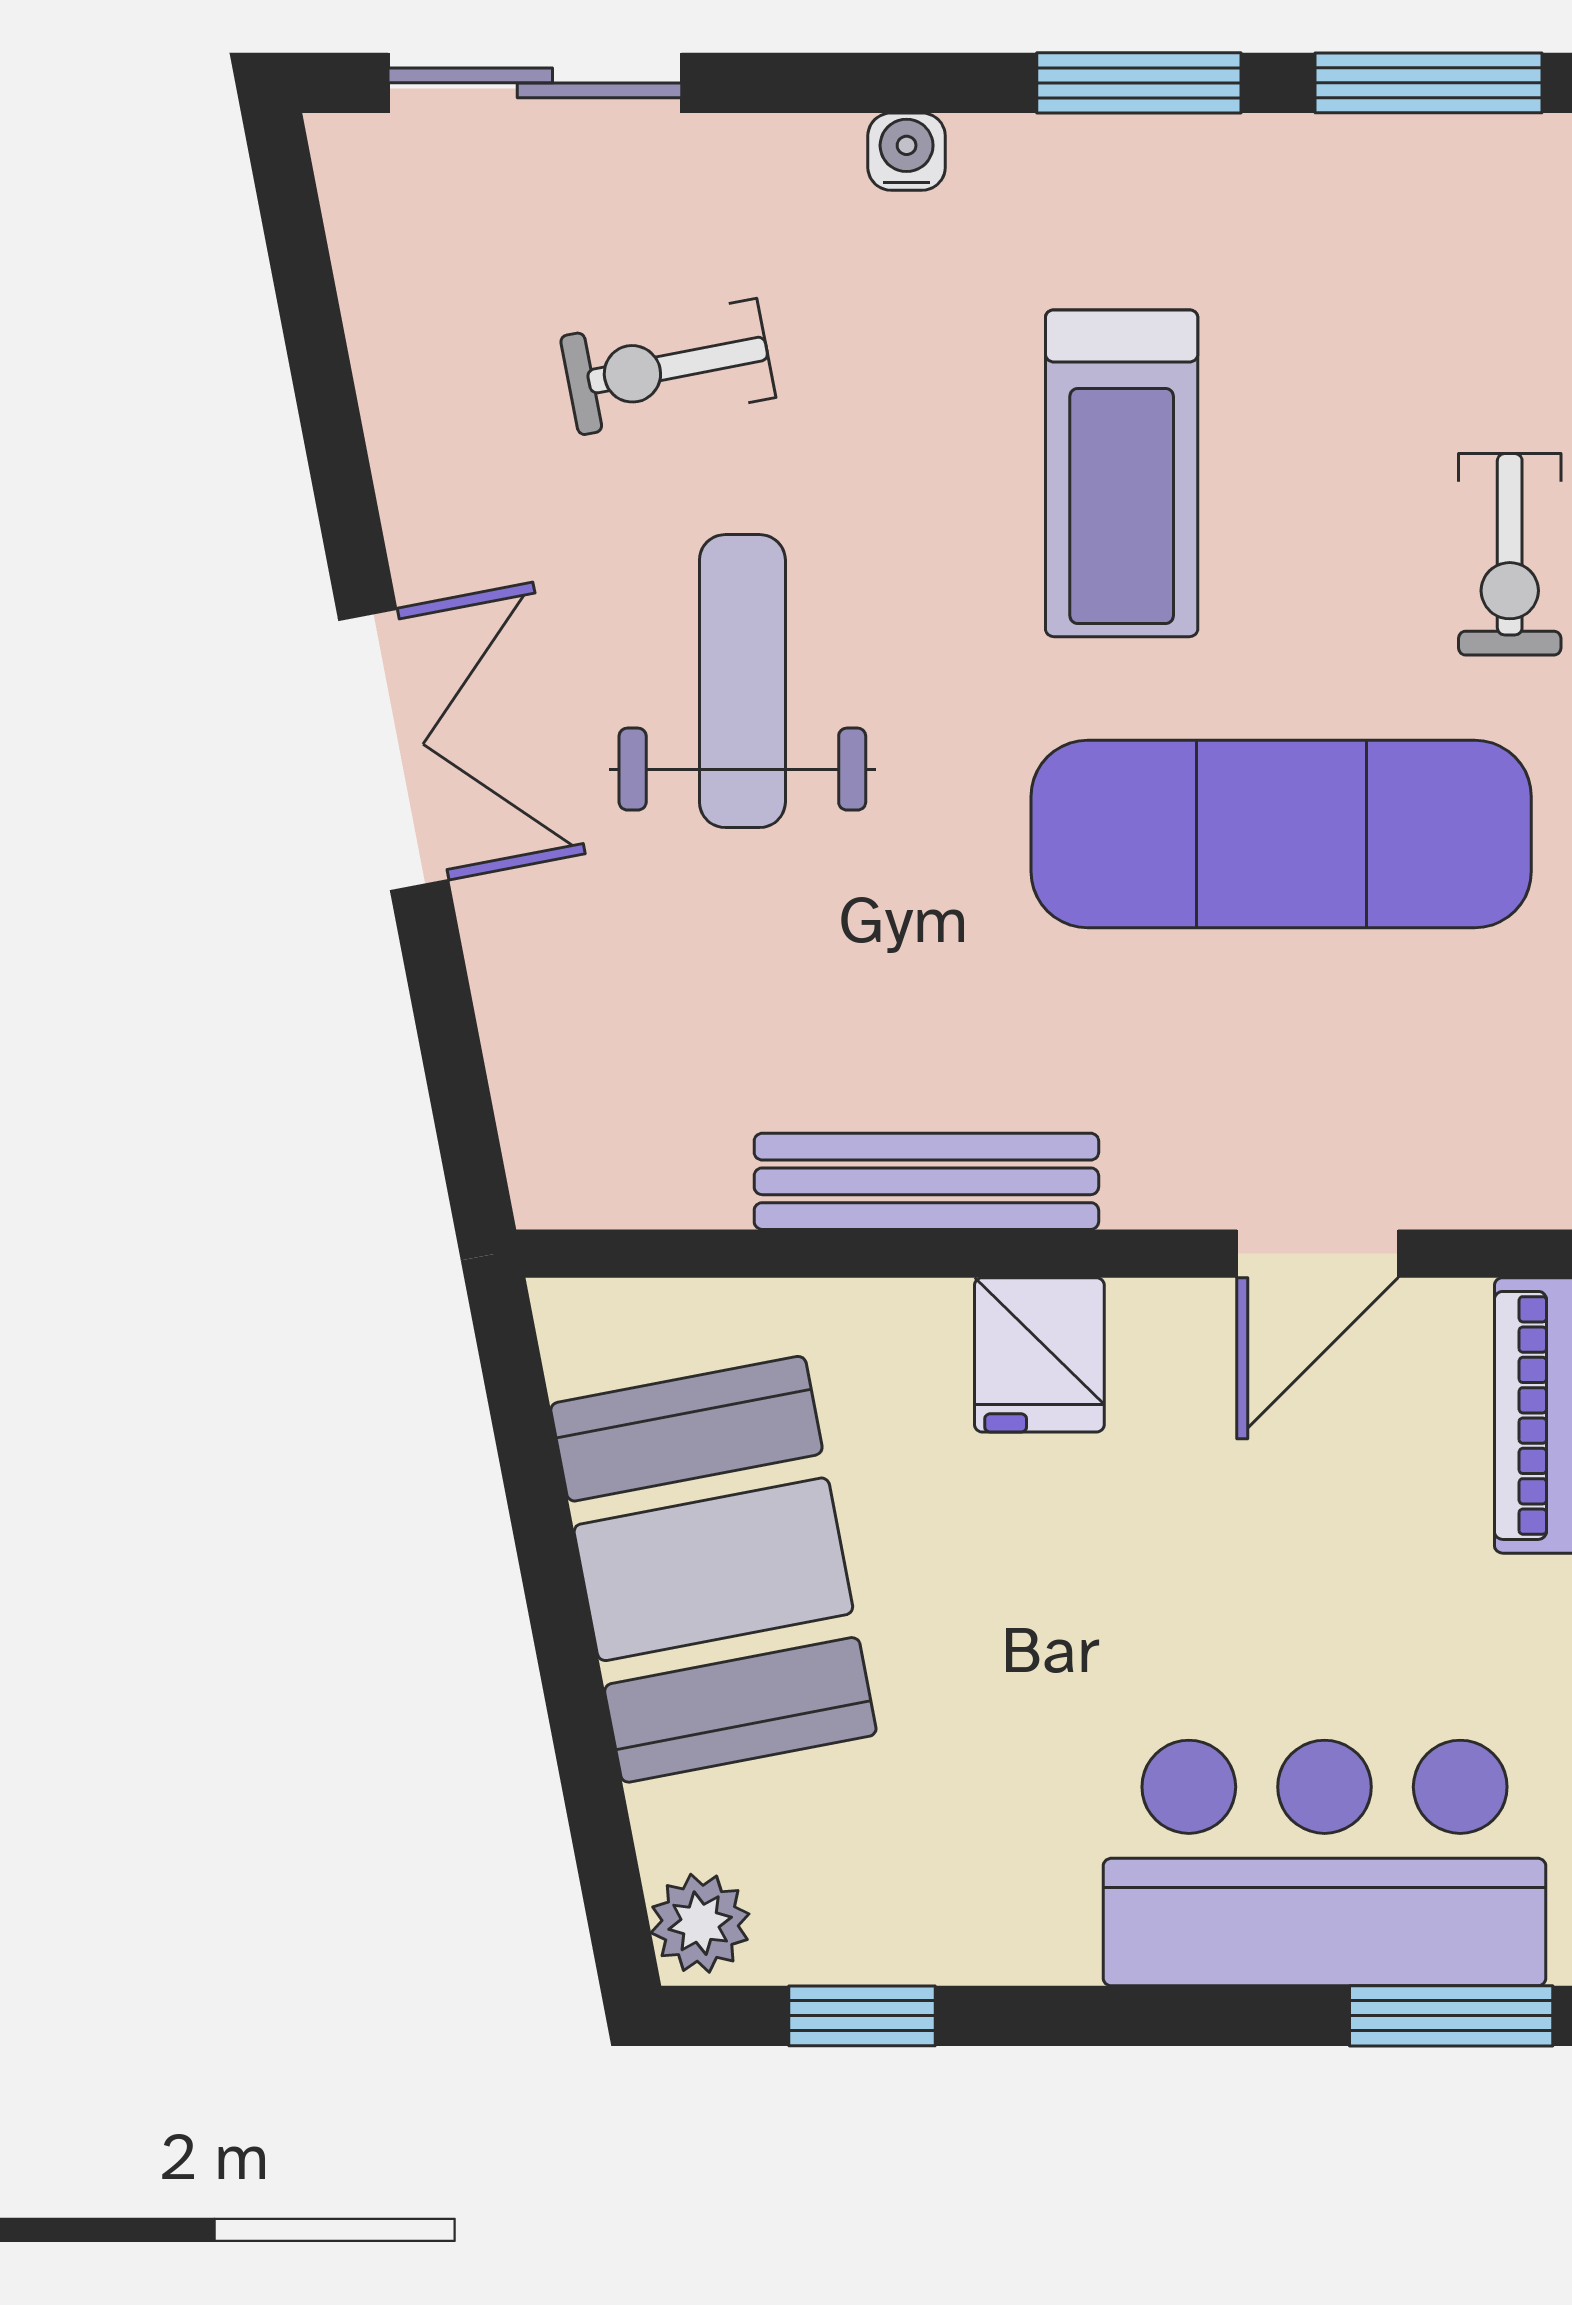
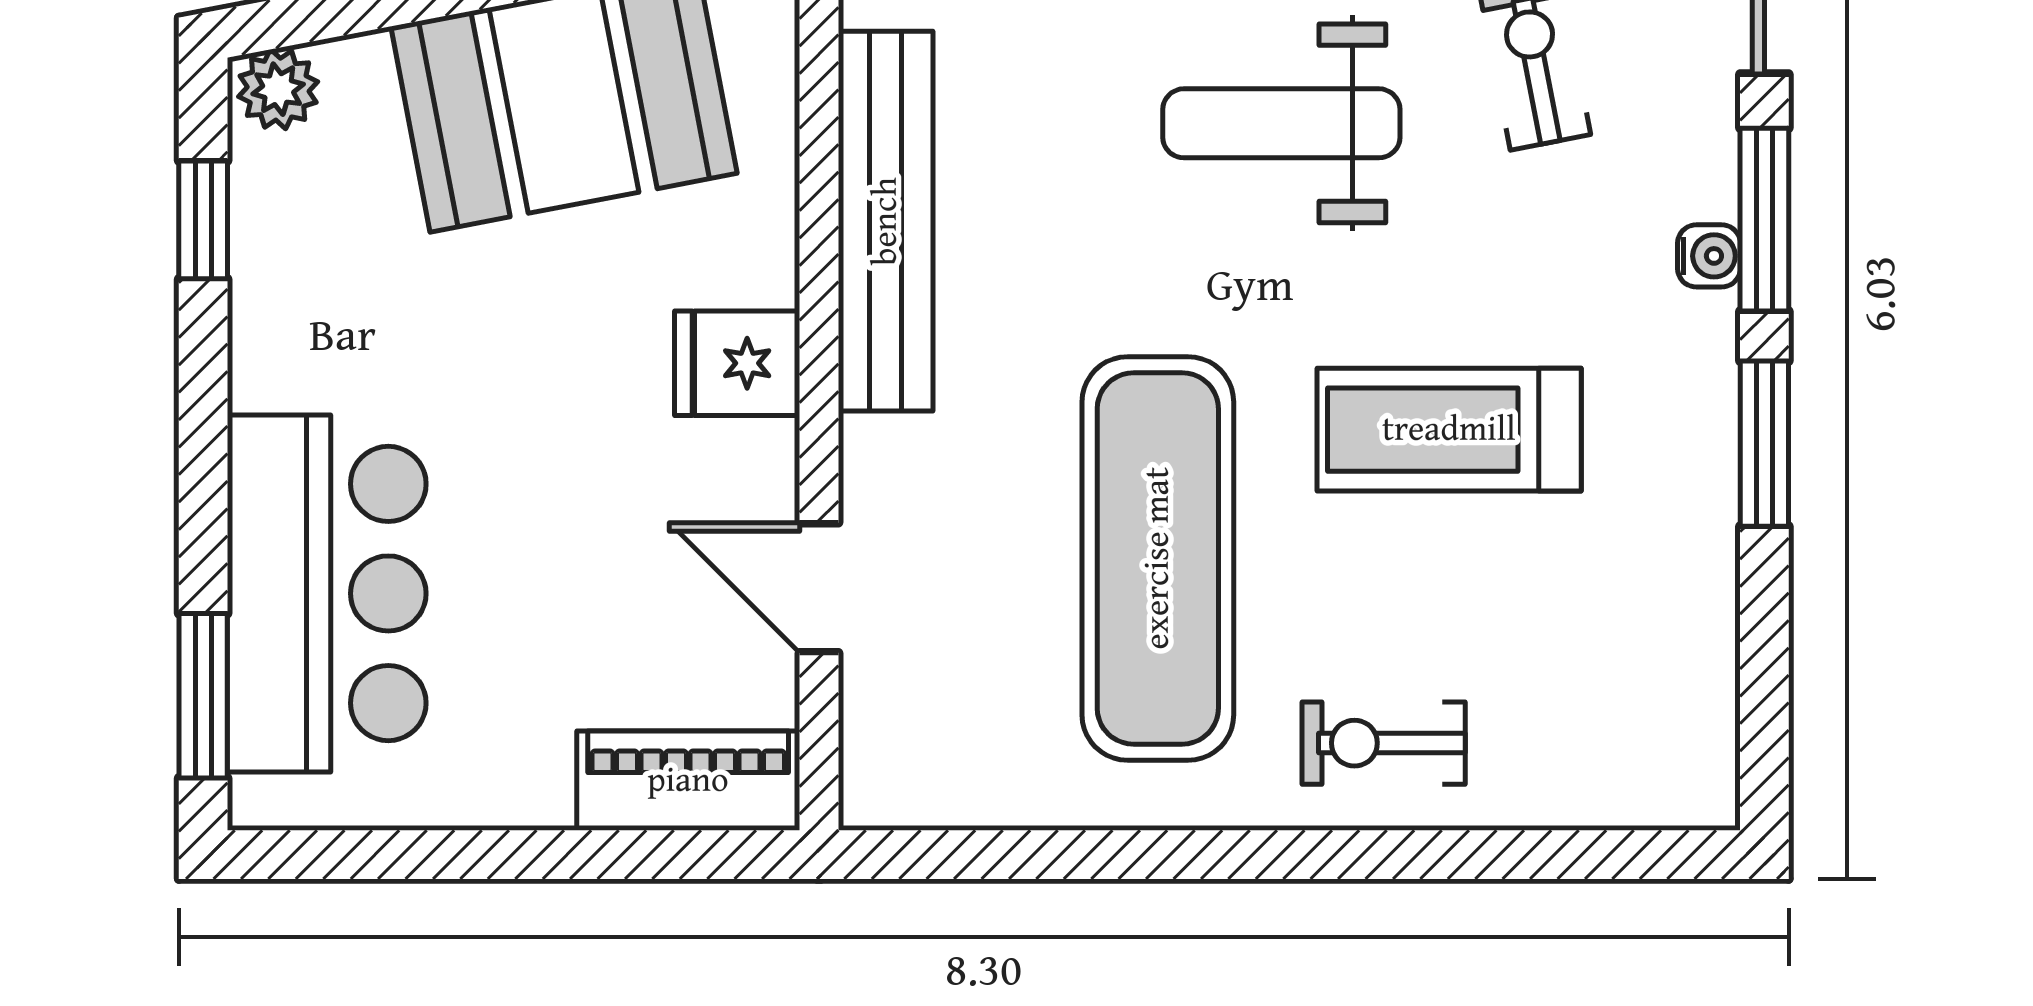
window: (1428, 83) -> (1764, 220), moved
weight bench: (742, 681) -> (1281, 123), turned 180
bench: (926, 1181) -> (886, 221), width x1.37, depth x1.21

